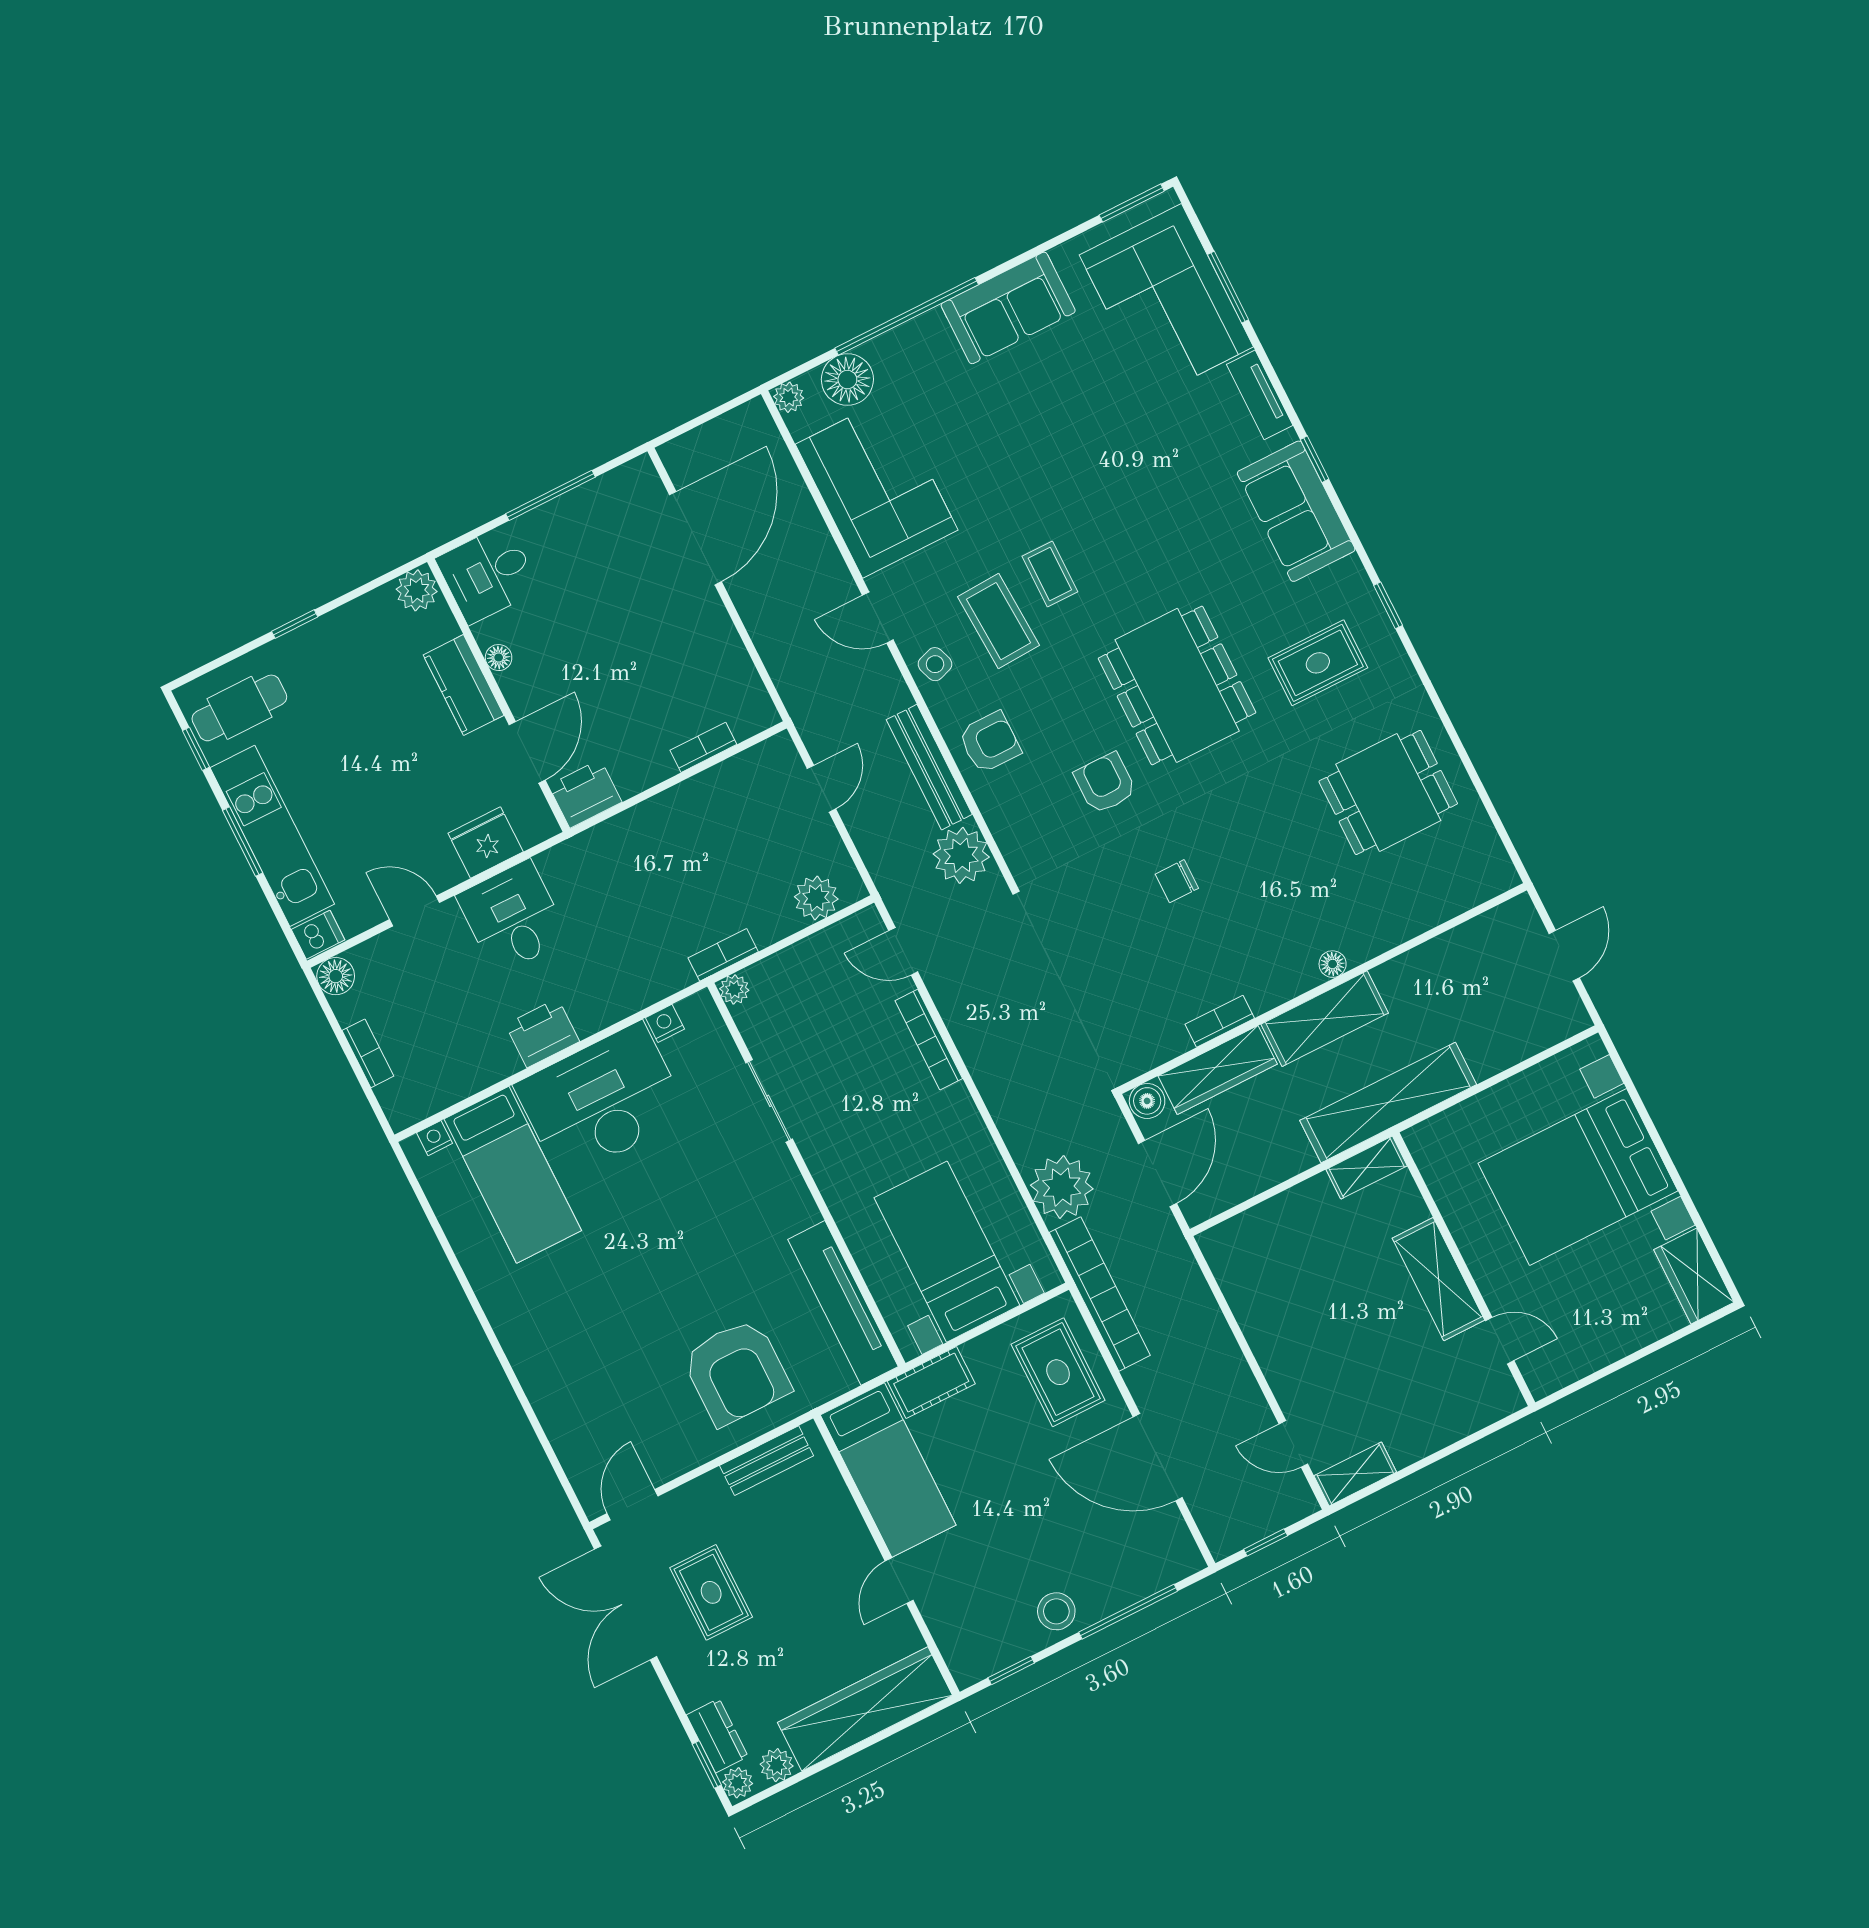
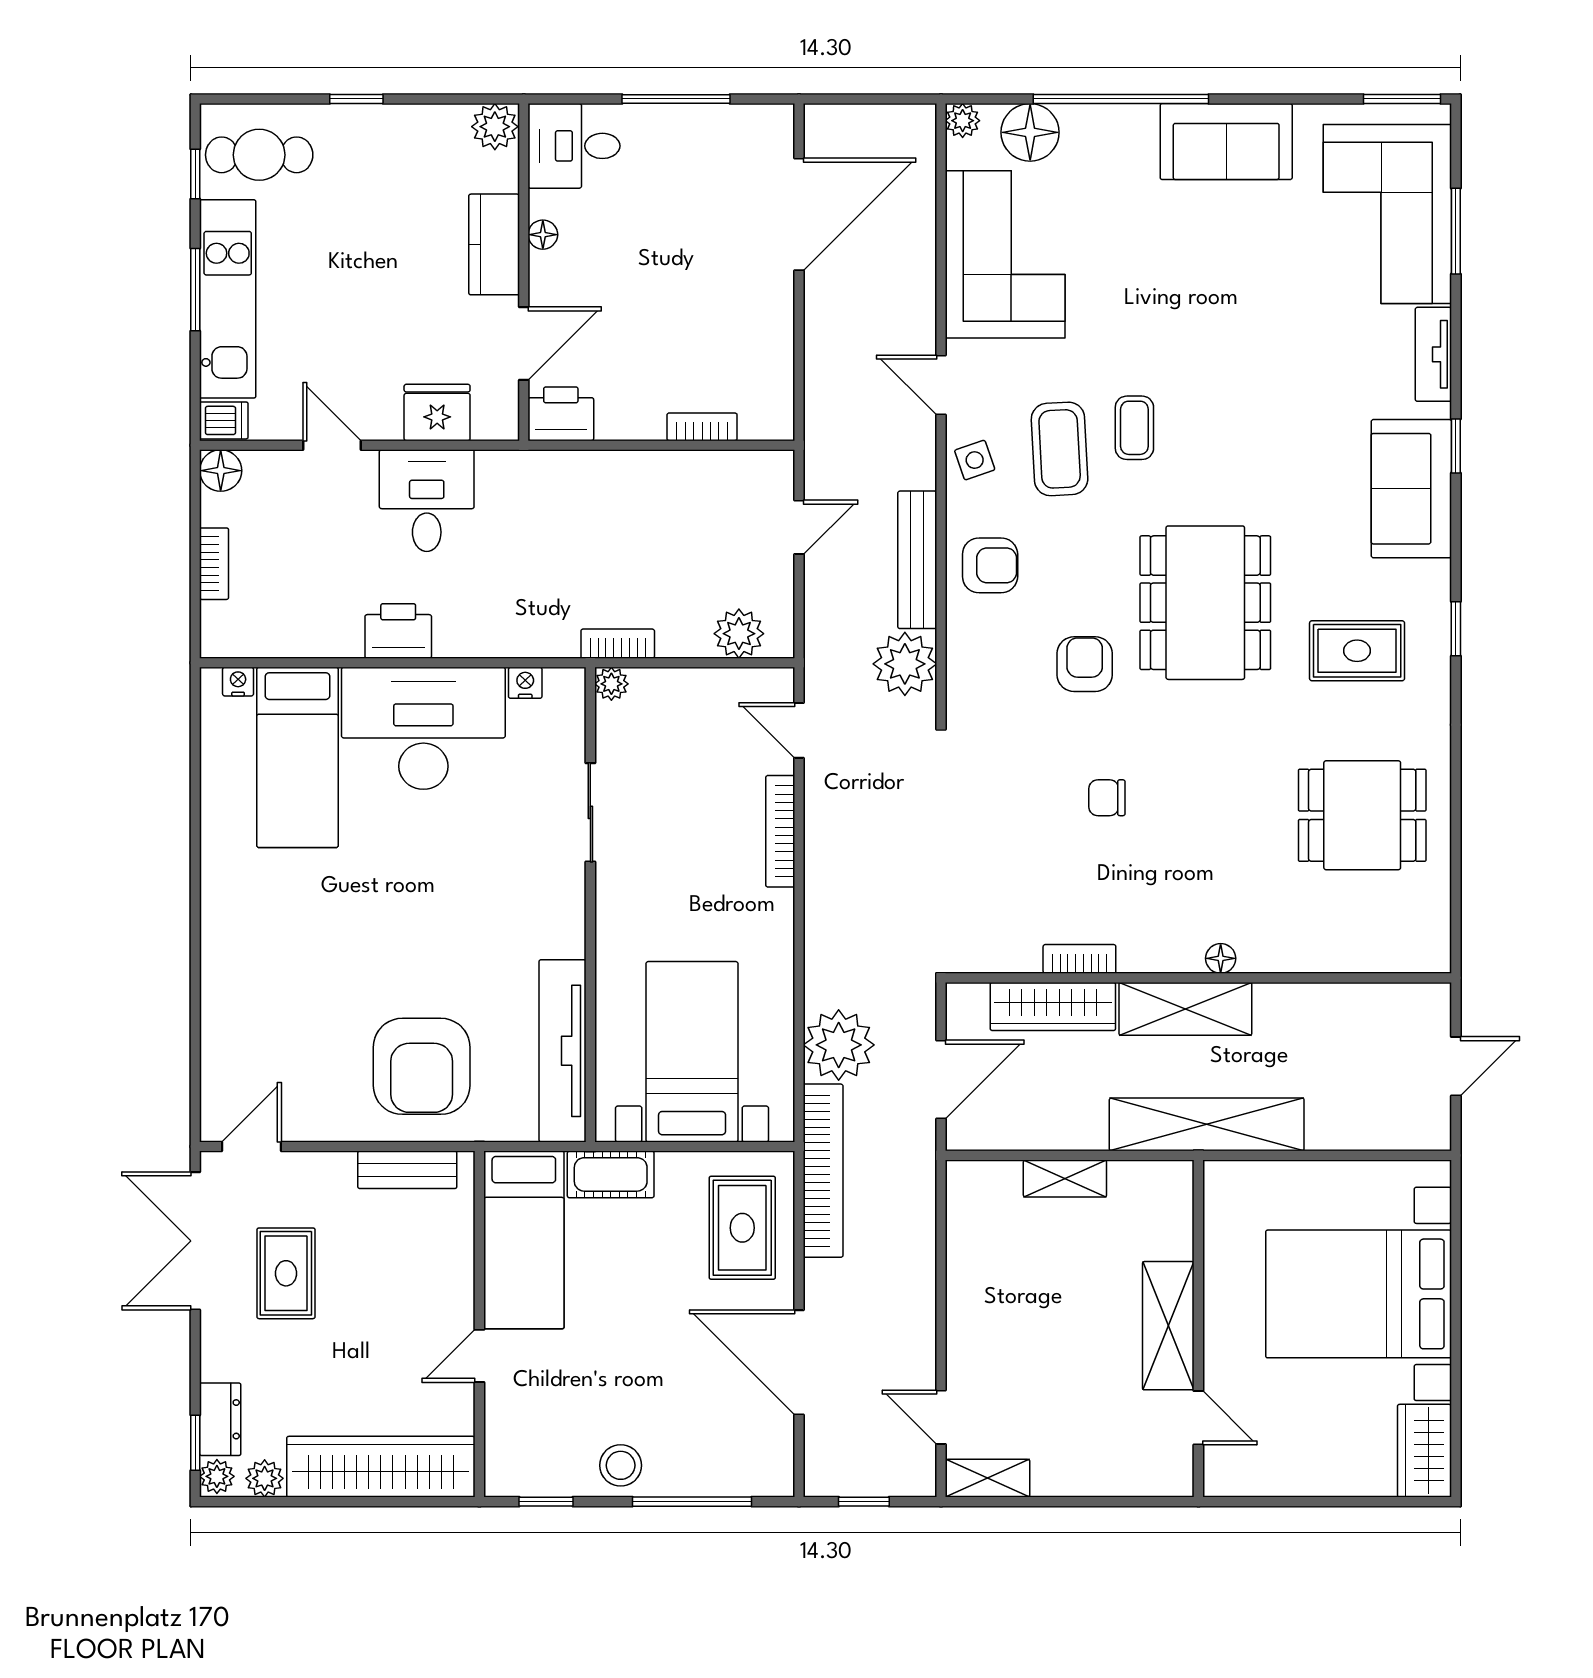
boiler: (1147, 1101) -> (967, 1002), removed
shelving: (1367, 1168) -> (1065, 1178), moved

